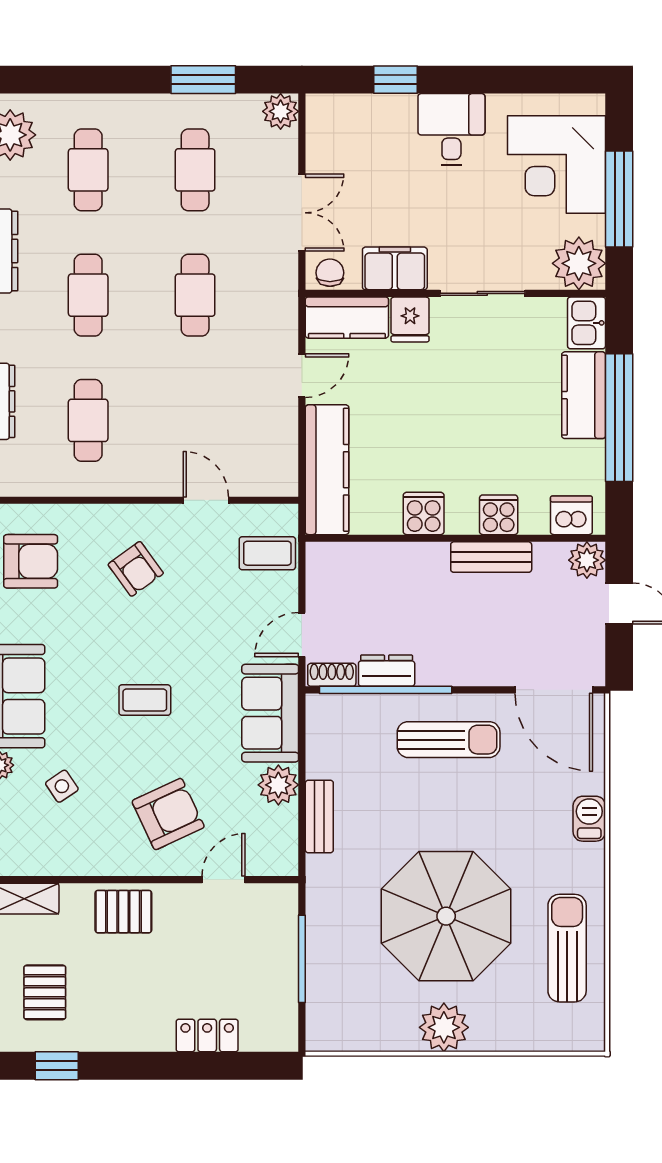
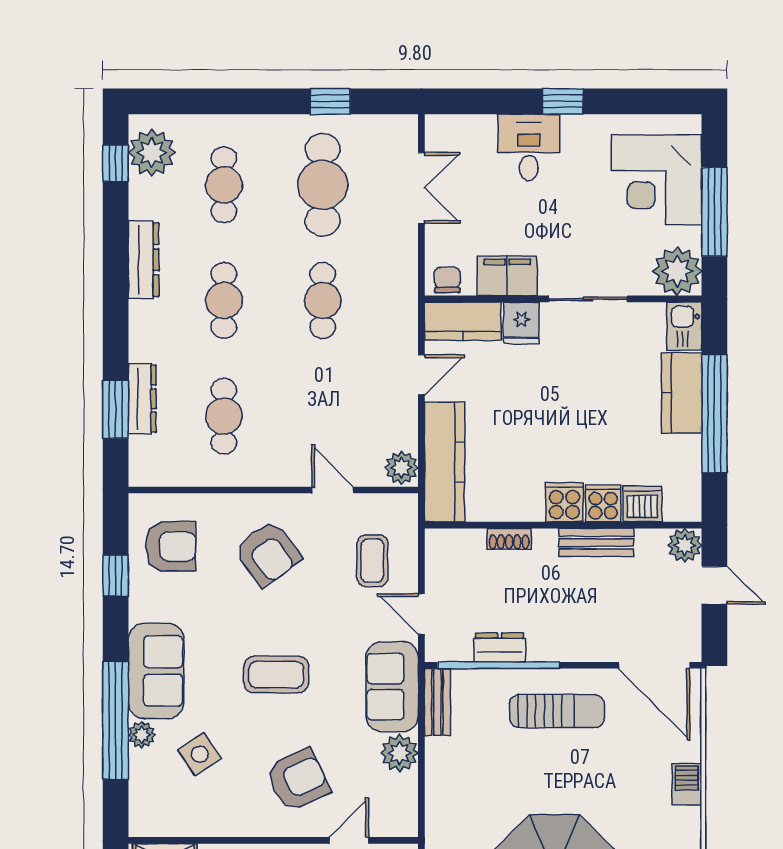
window: (203, 80) -> (330, 101), width x0.67
window: (396, 80) -> (563, 101), moved
plant: (281, 111) -> (402, 468), moved
desk: (451, 129) -> (529, 147), moved
cafe table: (195, 170) -> (323, 185), width x1.37, depth x1.35
double door: (302, 213) -> (421, 188), moved
cooker: (424, 513) -> (564, 502), moved
dishwasher: (571, 515) -> (642, 504), moved
coffee table: (267, 553) -> (372, 561), moved, turned 90
armchair: (136, 569) -> (268, 553), width x1.38, depth x1.38
door: (302, 635) -> (421, 614), hinge flipped
shoe rack: (332, 675) -> (509, 539), moved, turned 180
coffee table: (145, 700) -> (276, 675), width x1.36, depth x1.30
side table: (62, 786) -> (200, 754), width x1.37, depth x1.37
bench: (319, 816) -> (437, 702), moved

